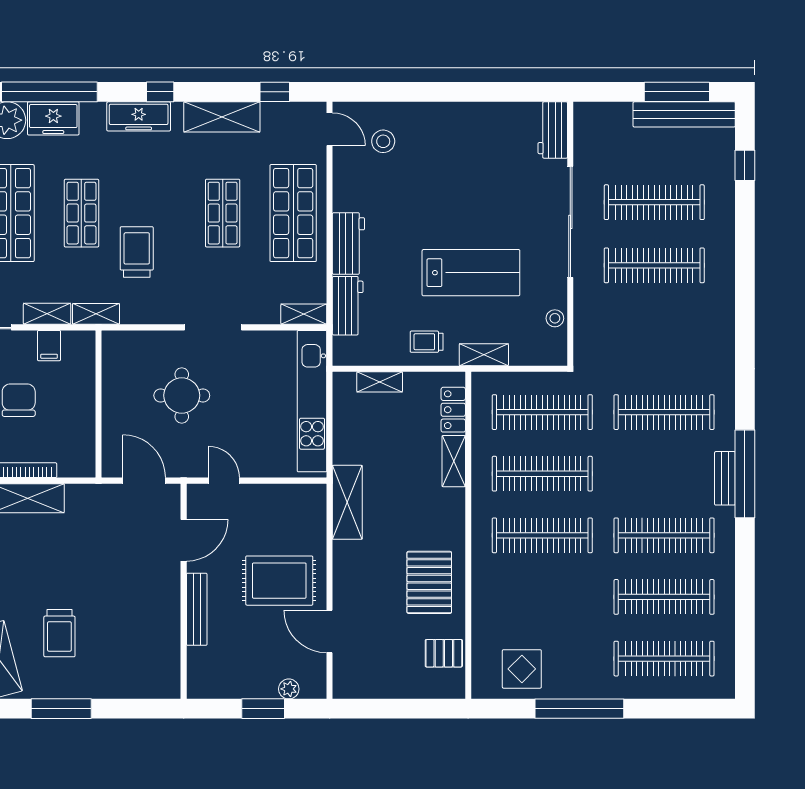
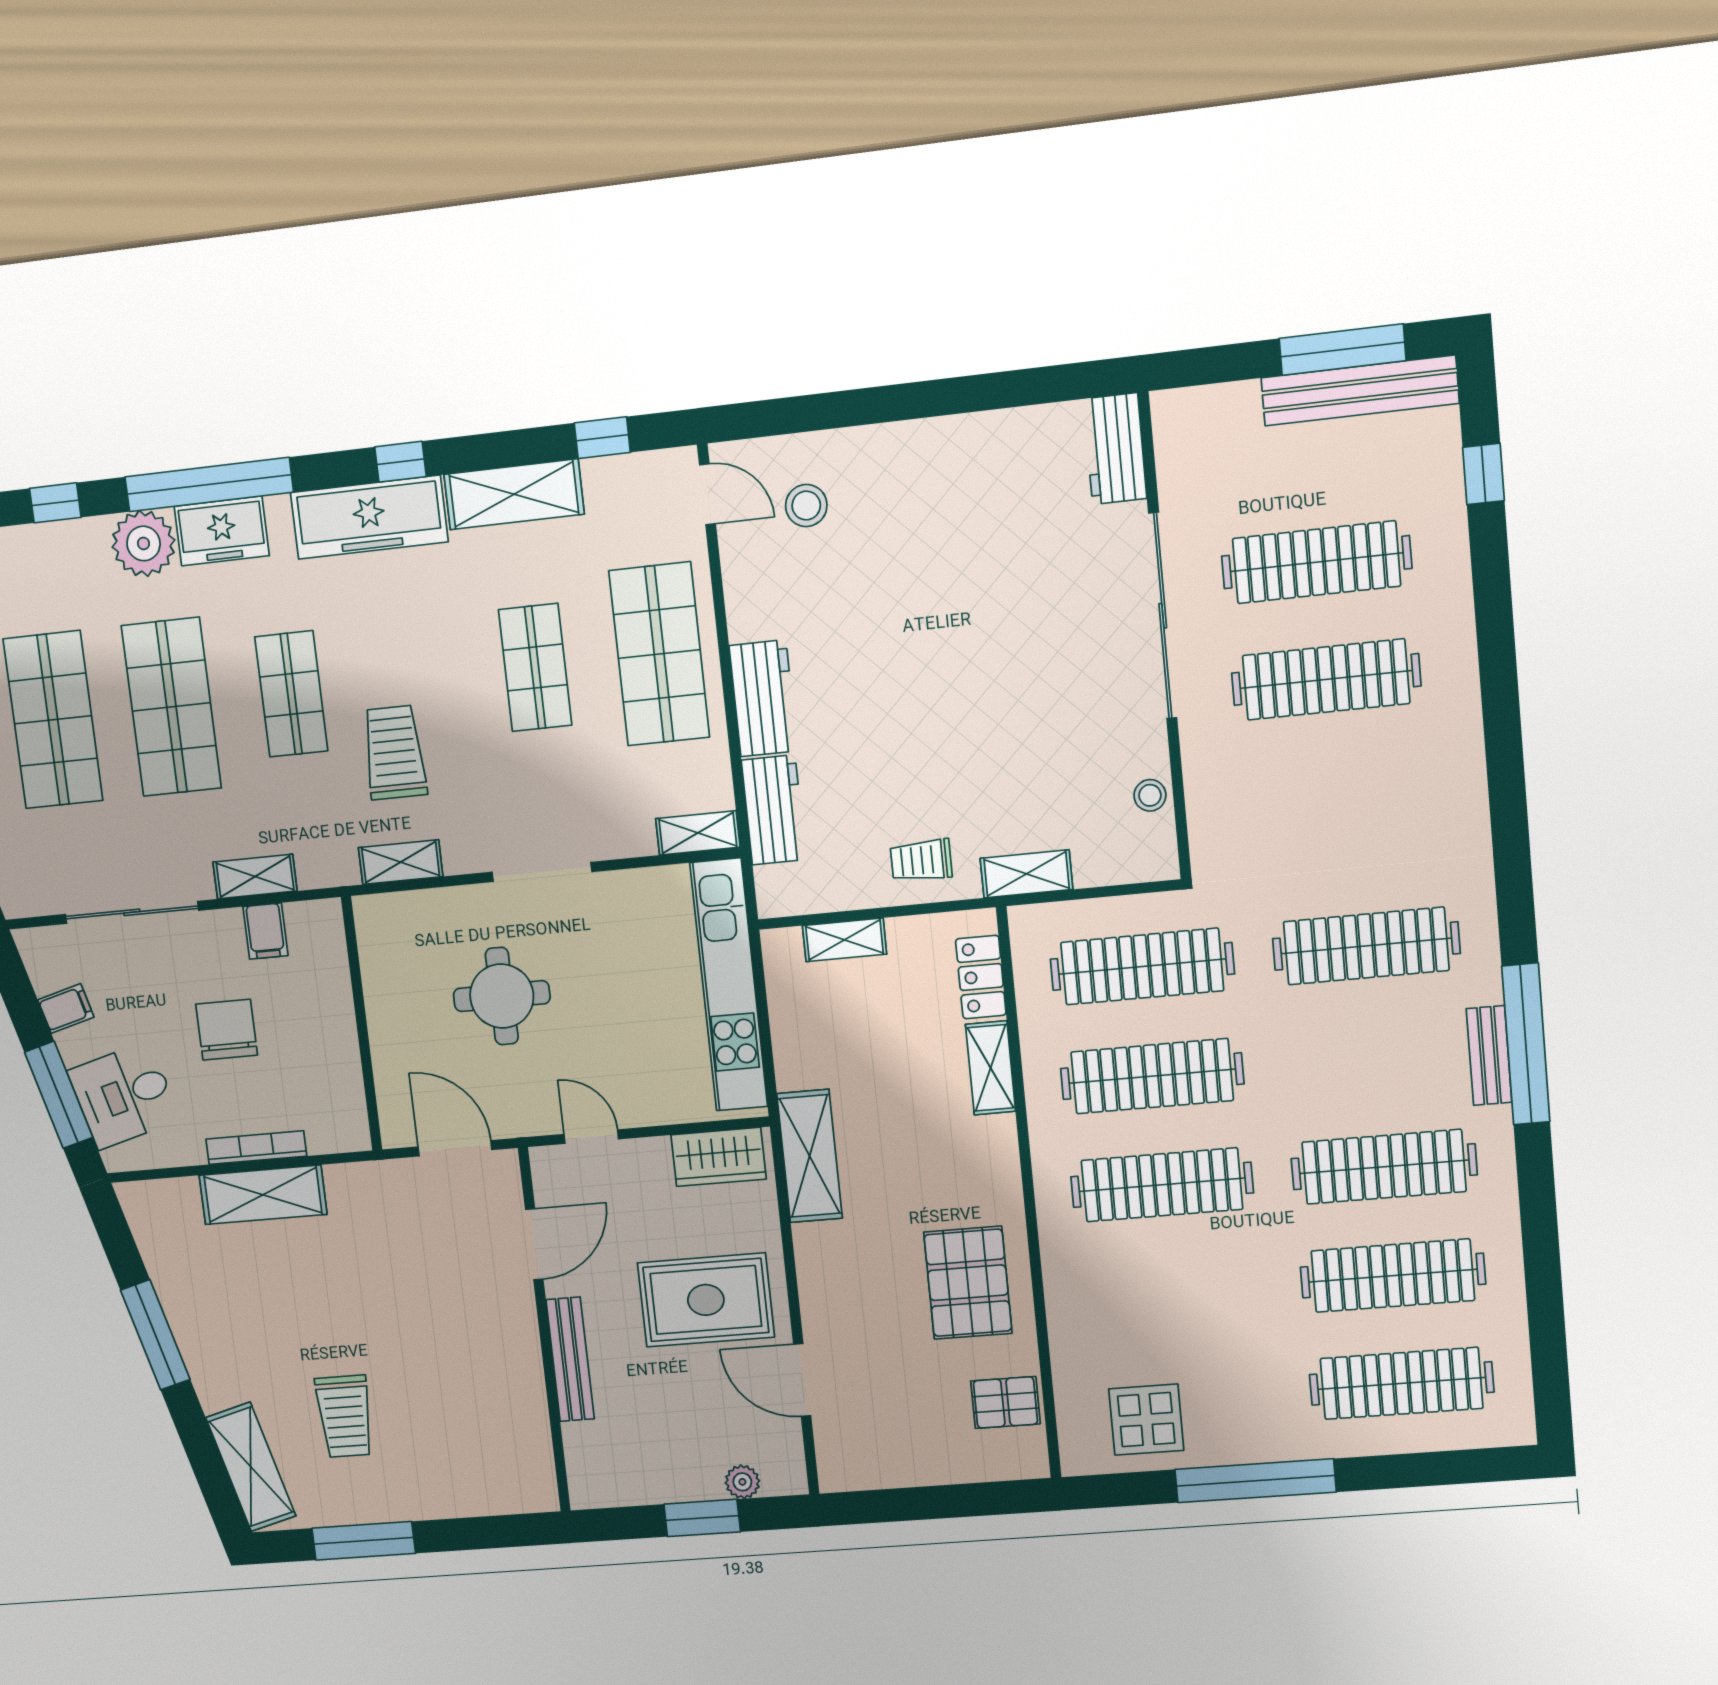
freezer: (139, 116) -> (369, 517), width x1.36, depth x1.26
lab bench: (471, 273) -> (989, 728), removed
shelving: (96, 314) -> (401, 862), moved
wardrobe: (296, 498) -> (719, 1157), added

